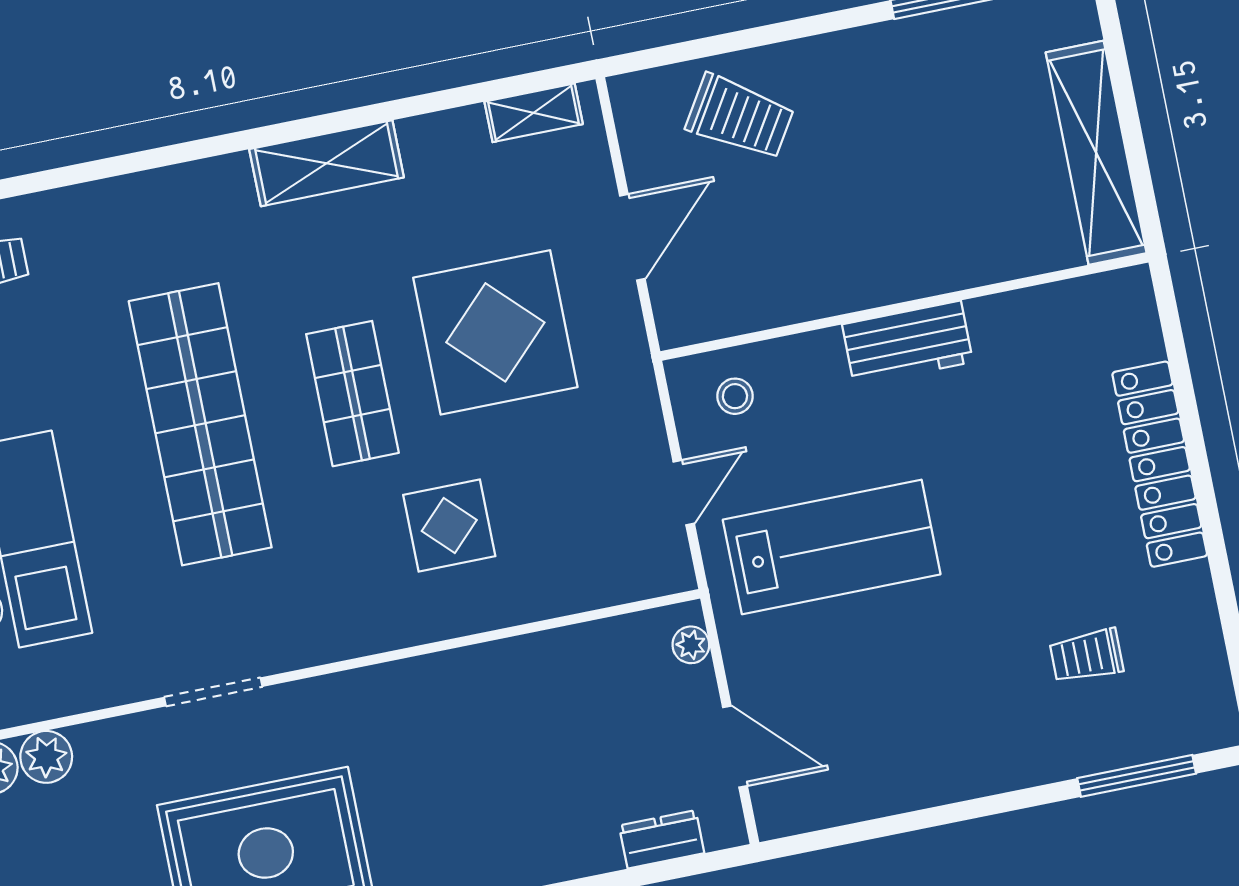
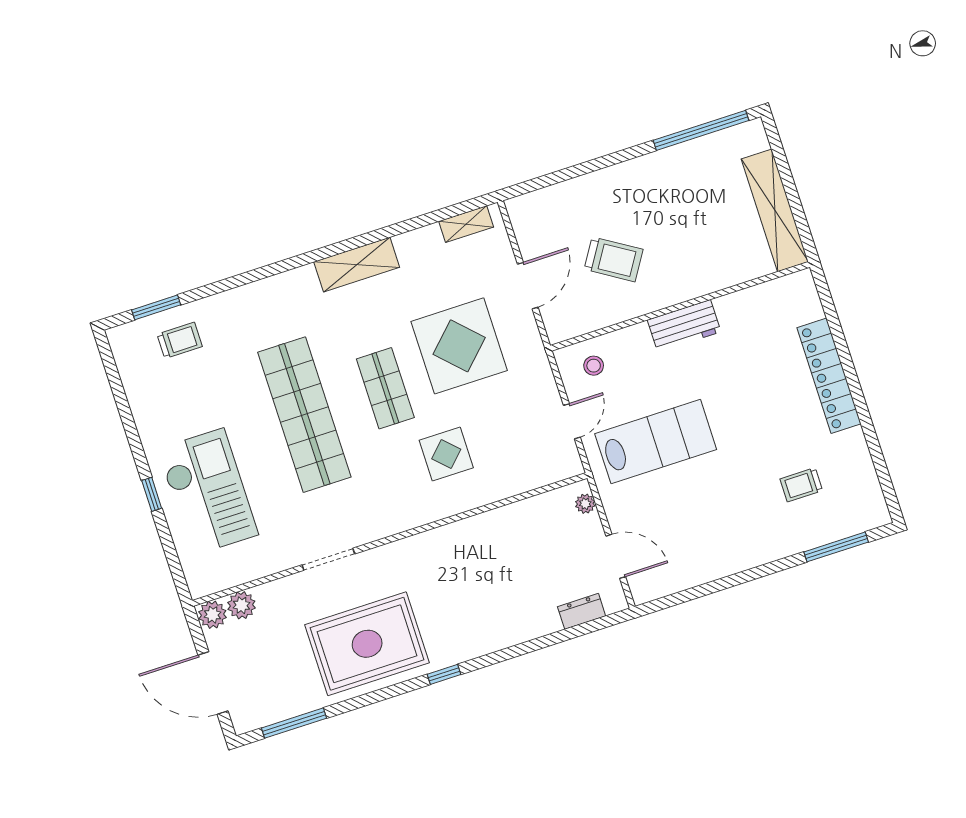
trolley: (740, 117) -> (614, 259), moved

